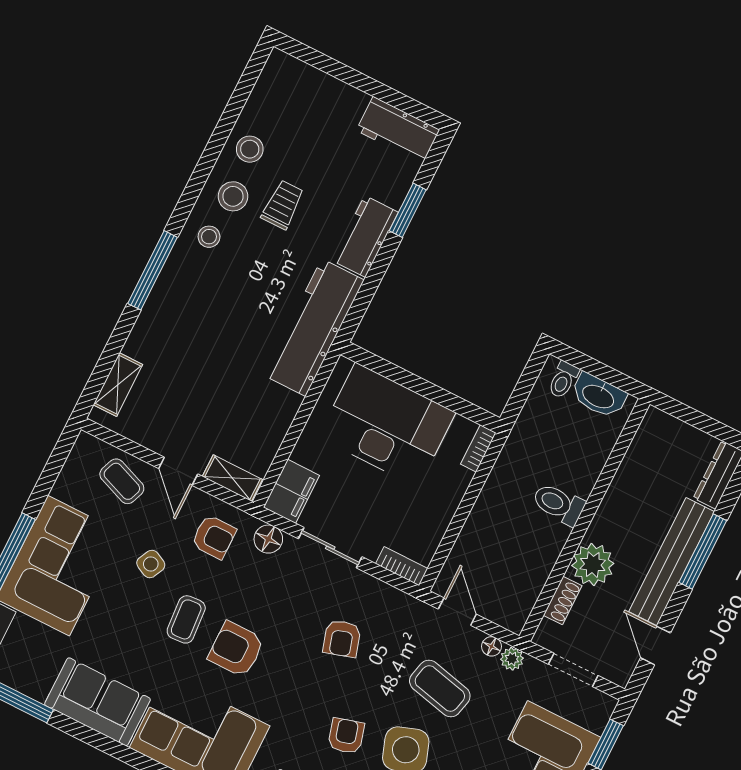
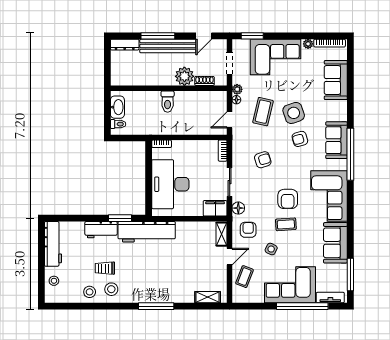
workbench: (398, 130) -> (53, 244), width x1.38
window: (408, 210) -> (120, 218), moved
stool: (209, 237) -> (54, 281), moved

